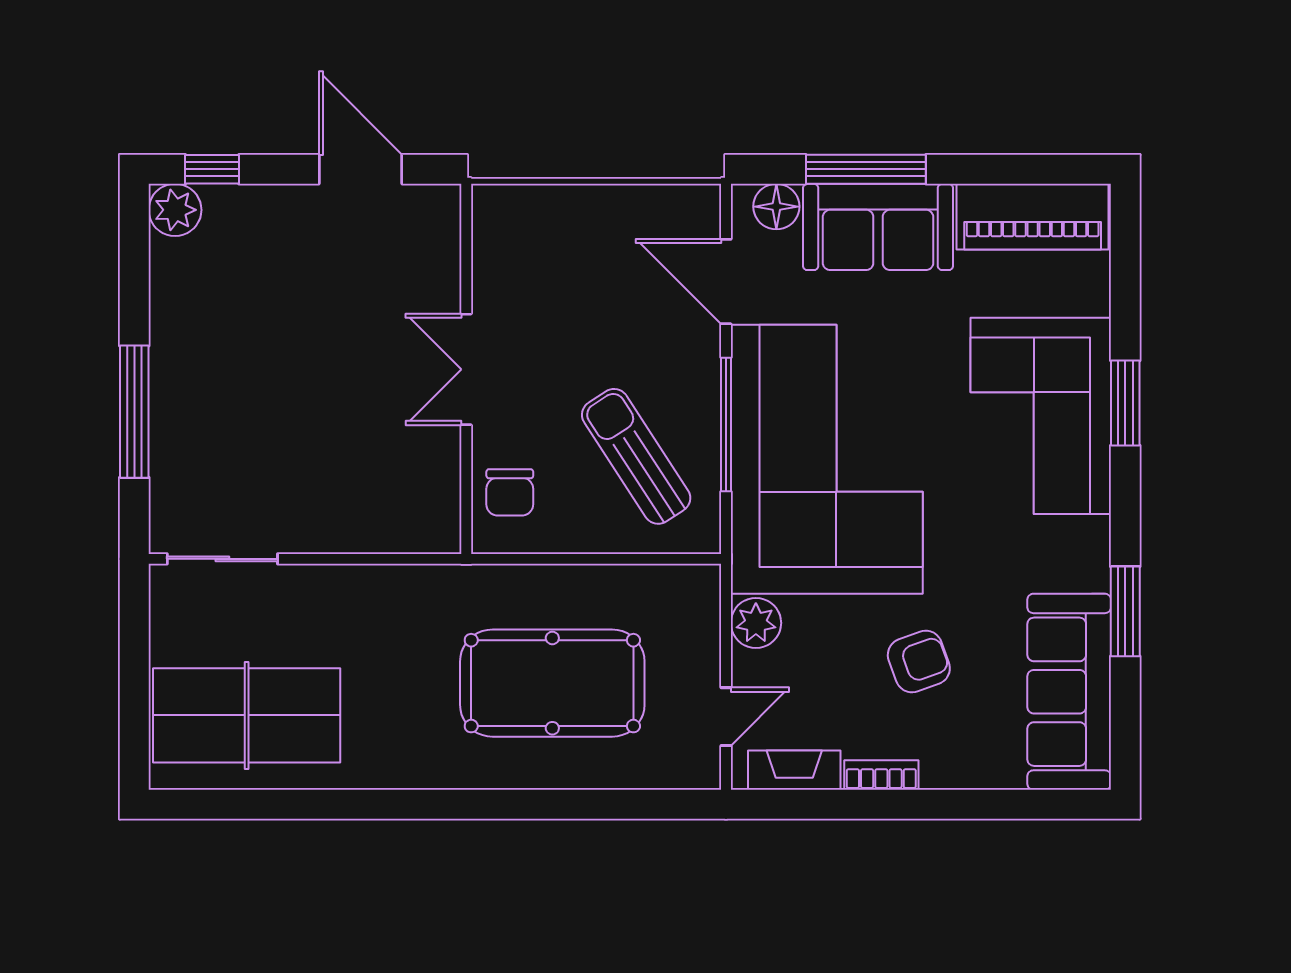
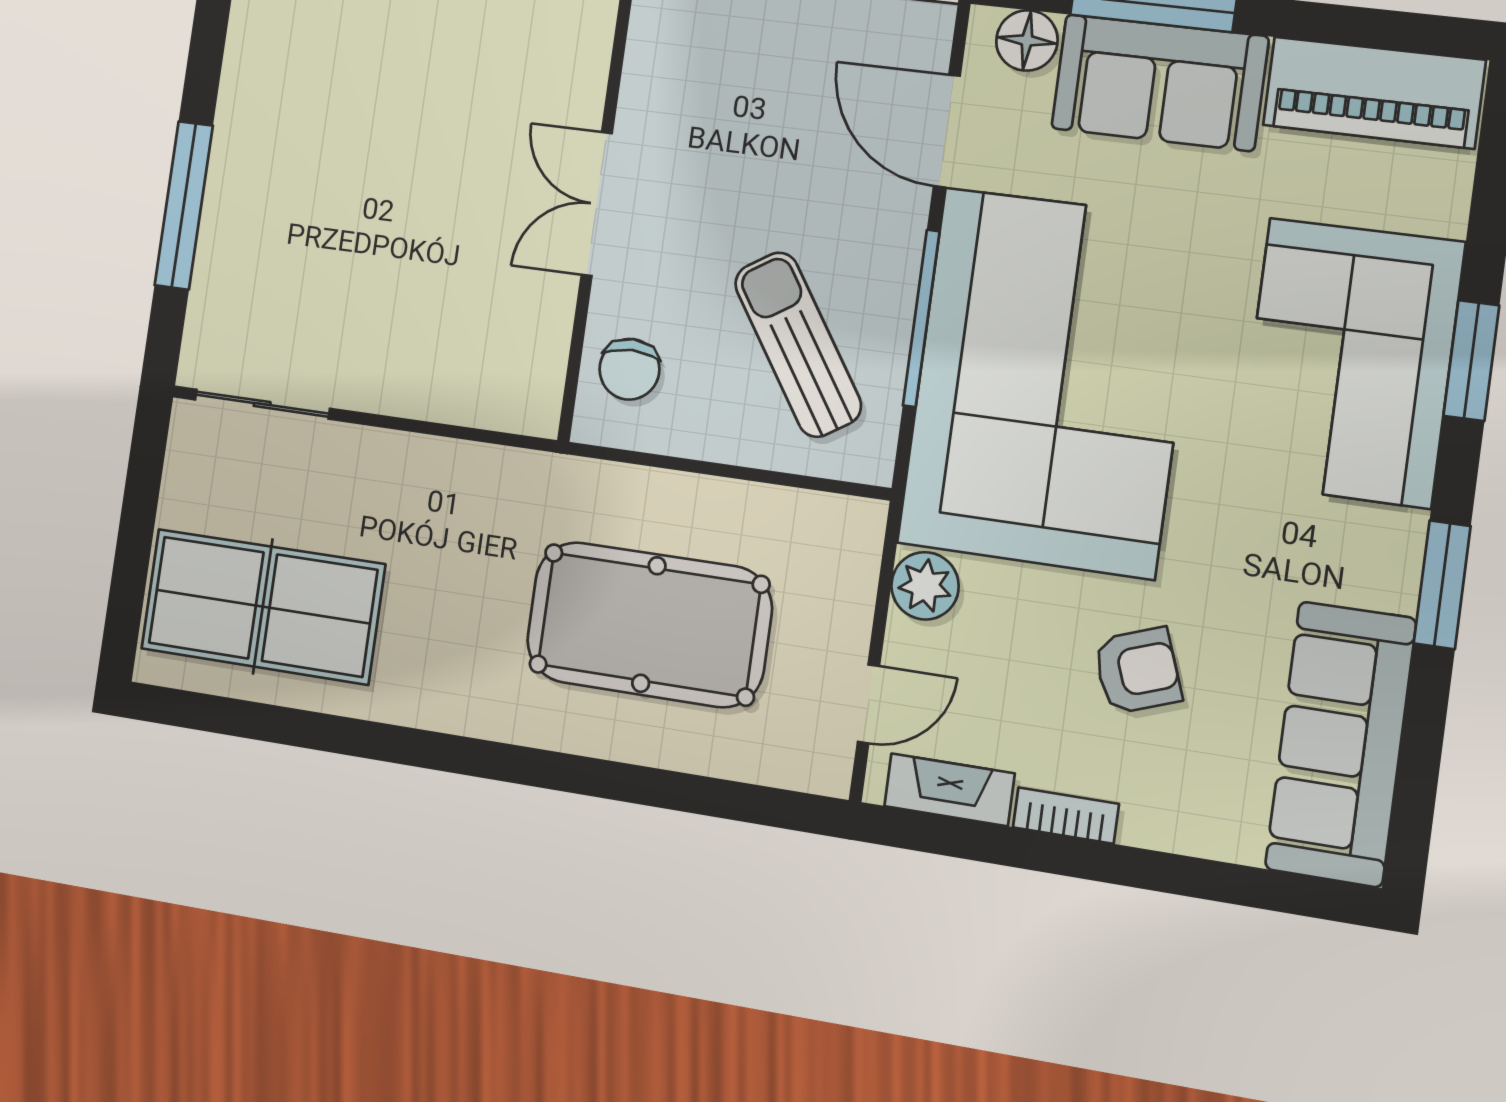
window: (1125, 611) -> (1442, 585), moved

